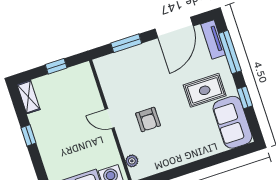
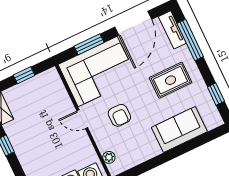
corner sofa: (132, 72) -> (98, 71), added
window: (245, 97) -> (216, 94), moved
sofa: (233, 122) -> (179, 129), moved, turned 90

